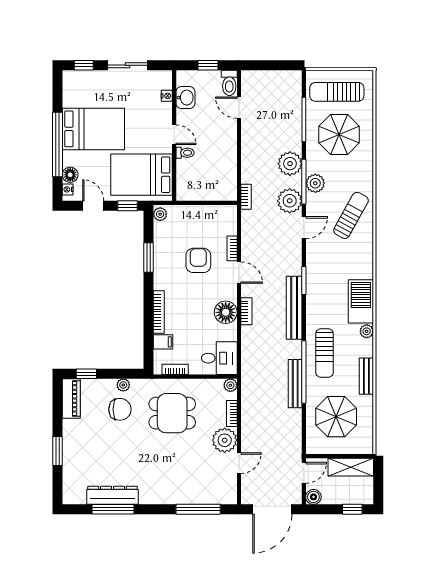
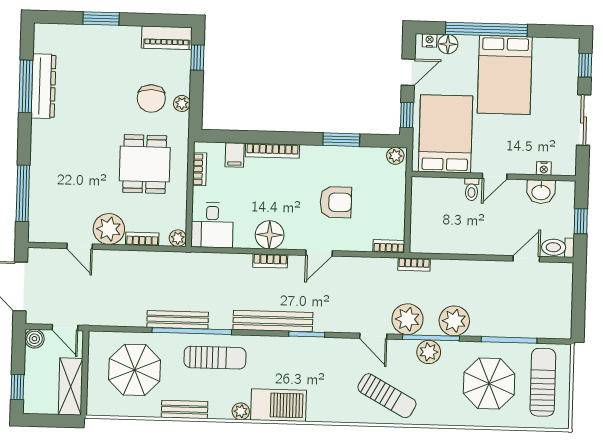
bookcase: (232, 248) -> (389, 246), moved
sun lounger: (324, 353) -> (215, 358), turned 180

